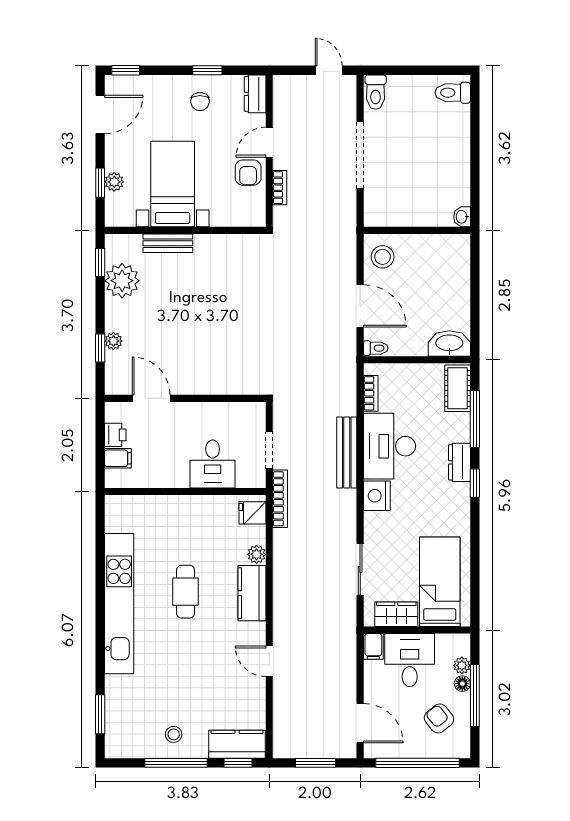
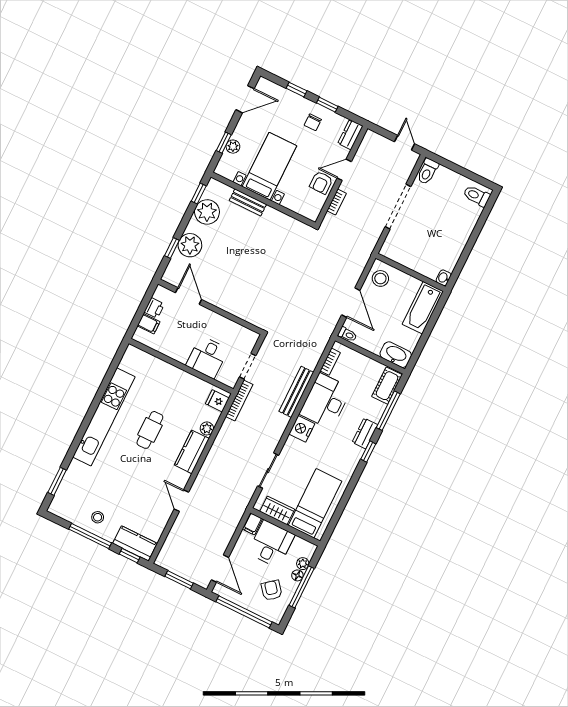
window: (126, 70) -> (297, 90), moved
bathtub: (454, 267) -> (423, 308), added
plant: (113, 341) -> (190, 245), width x1.88, depth x1.88

